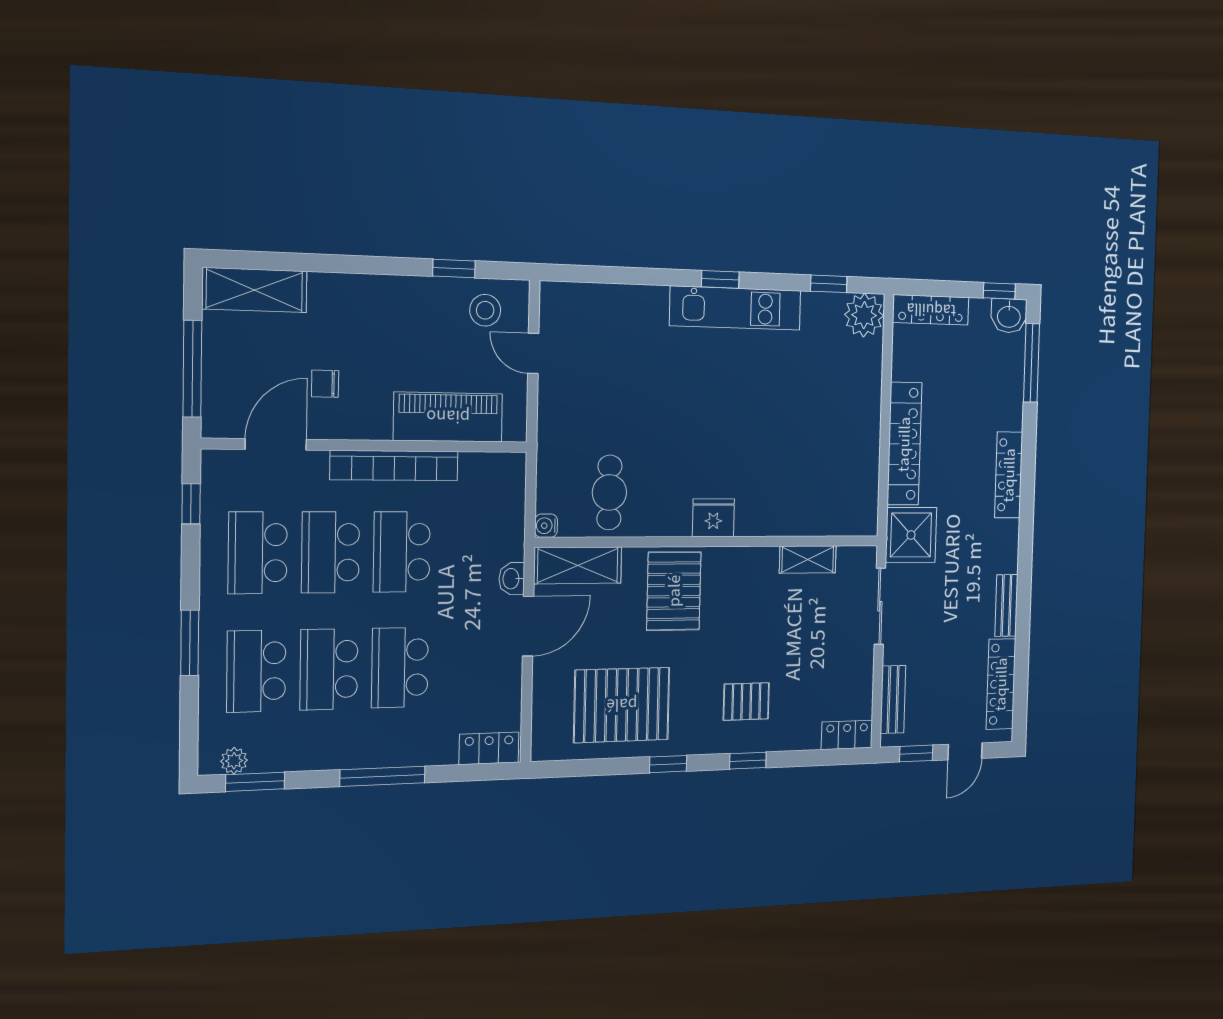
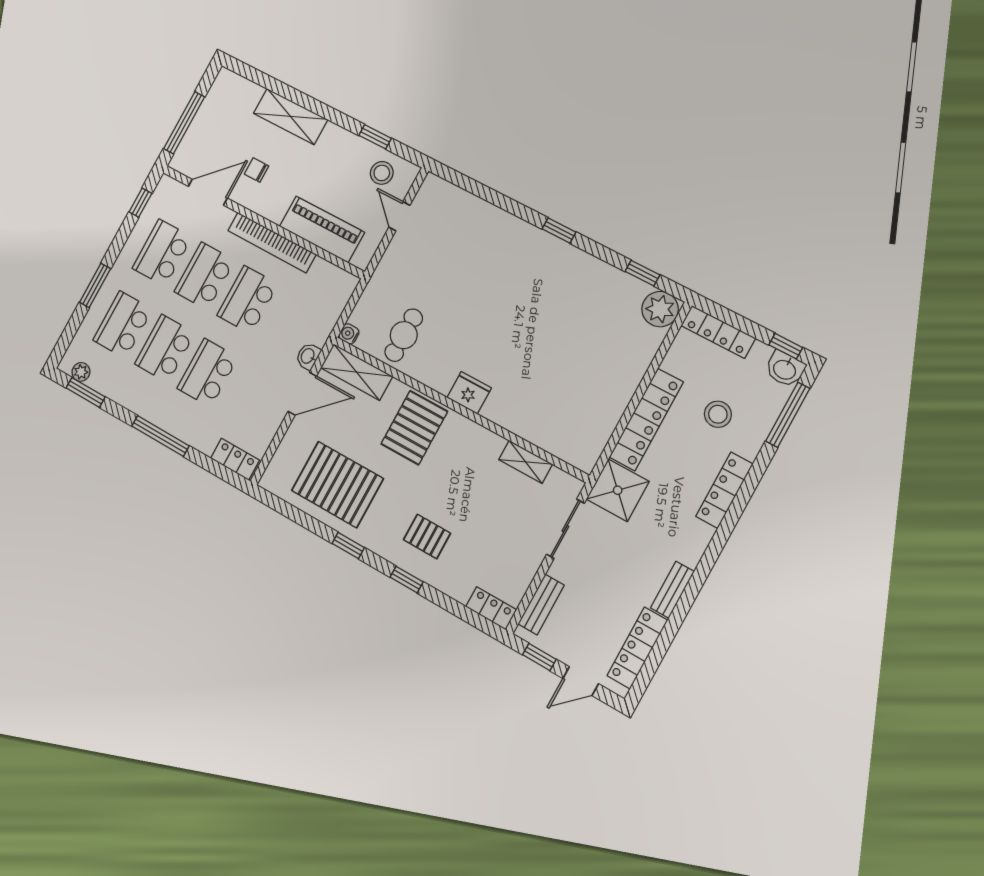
shelving: (255, 290) -> (291, 116), moved
kitchen unit: (736, 308) -> (560, 256), removed
stool: (969, 399) -> (718, 414), added

